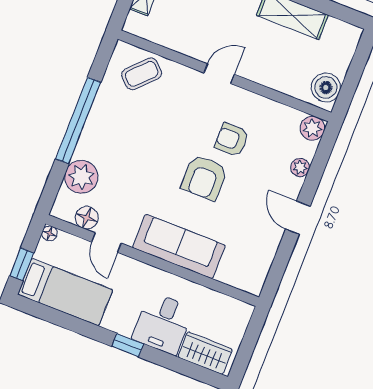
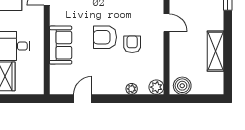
door: (298, 218) -> (83, 99), moved
sofa: (179, 246) -> (61, 45), width x0.73

